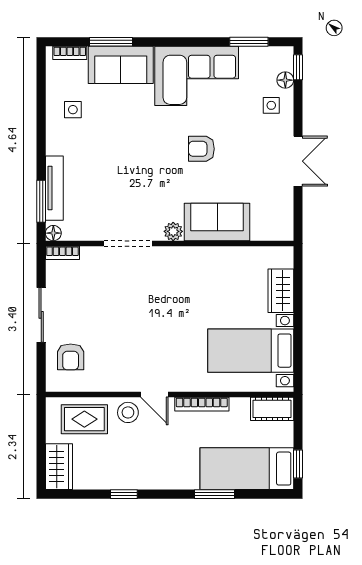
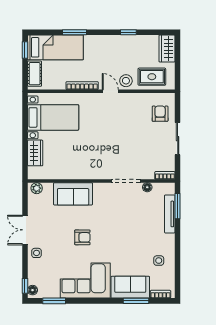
floor lamp: (285, 80) -> (33, 290), moved
side table: (271, 105) -> (37, 253), moved
plant: (173, 231) -> (37, 188), moved
floor lamp: (53, 233) -> (147, 187), moved
cot: (272, 409) -> (35, 74), moved, turned 90

